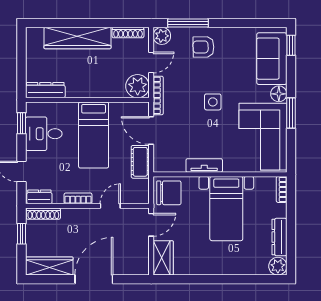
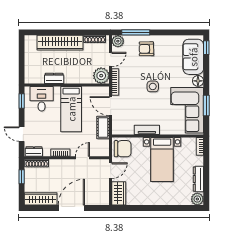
dresser: (45, 90) -> (54, 78), moved, width x0.70
window: (291, 113) -> (206, 105), moved
desk: (44, 134) -> (42, 99), moved, turned 90

